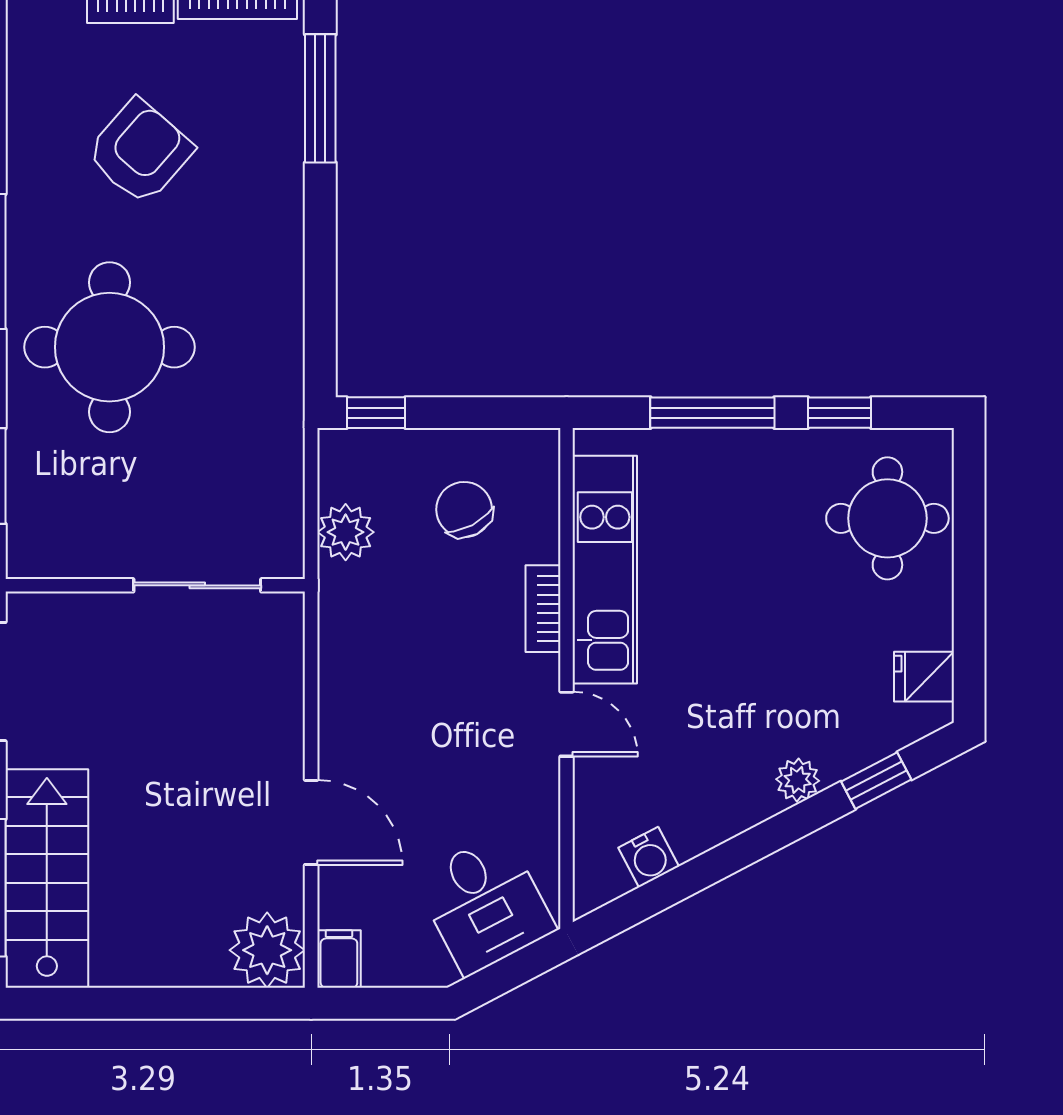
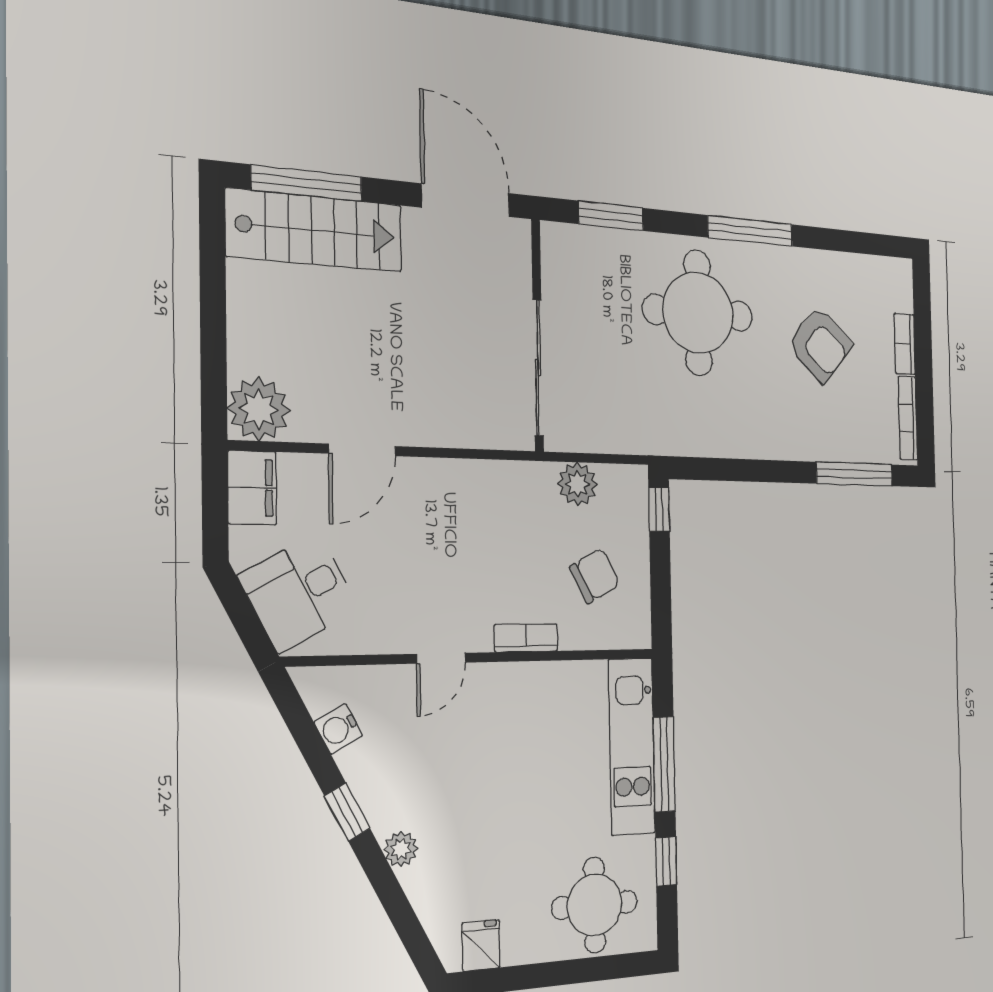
kitchen unit: (605, 570) -> (632, 746), moved, turned 90
sliding door: (197, 585) -> (538, 368), width x1.37
window: (876, 781) -> (347, 812), moved
filing cabinet: (339, 959) -> (252, 488), width x2.00

